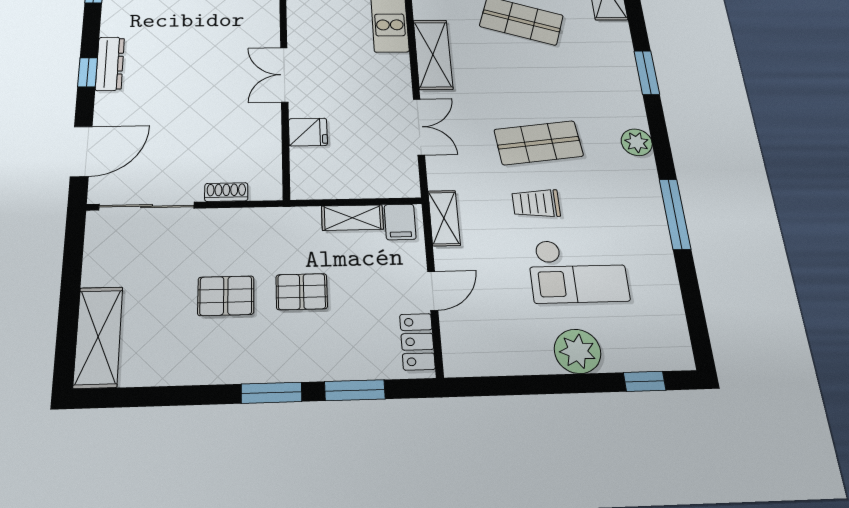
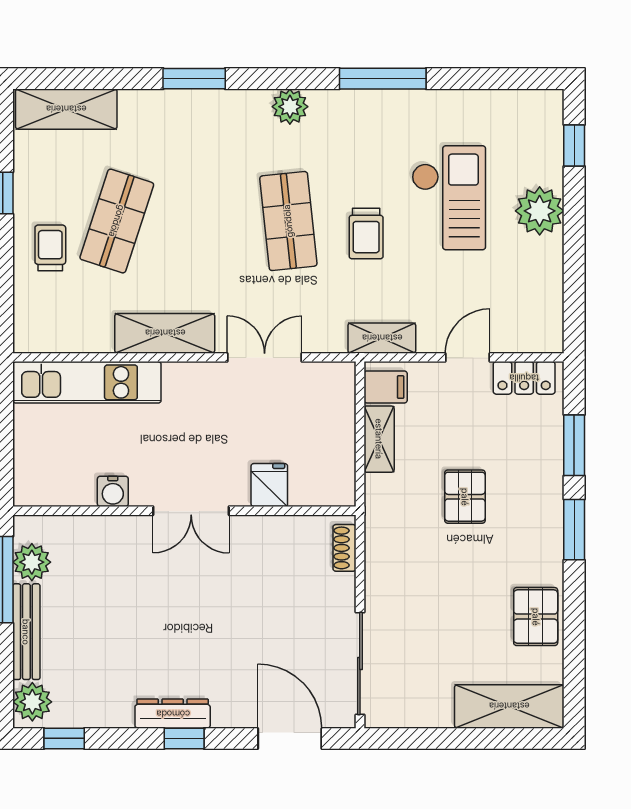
water cooler: (299, 20) -> (113, 491), added
shoe rack: (226, 192) -> (344, 548), moved
door: (433, 291) -> (468, 357), hinge flipped
pallet: (226, 296) -> (536, 617), moved

